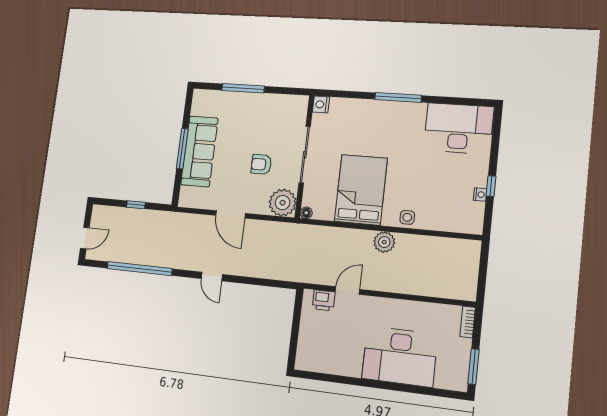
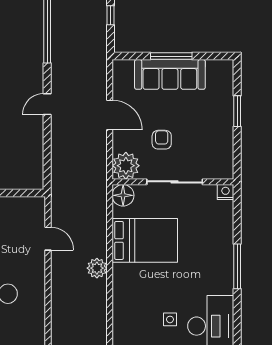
window: (243, 88) -> (237, 111), width x0.69
floor lamp: (306, 213) -> (123, 195), width x1.89, depth x1.89
door: (230, 214) -> (110, 115), swing flipped
side table: (407, 217) -> (170, 319), moved
printer: (324, 300) -> (36, 217), removed

